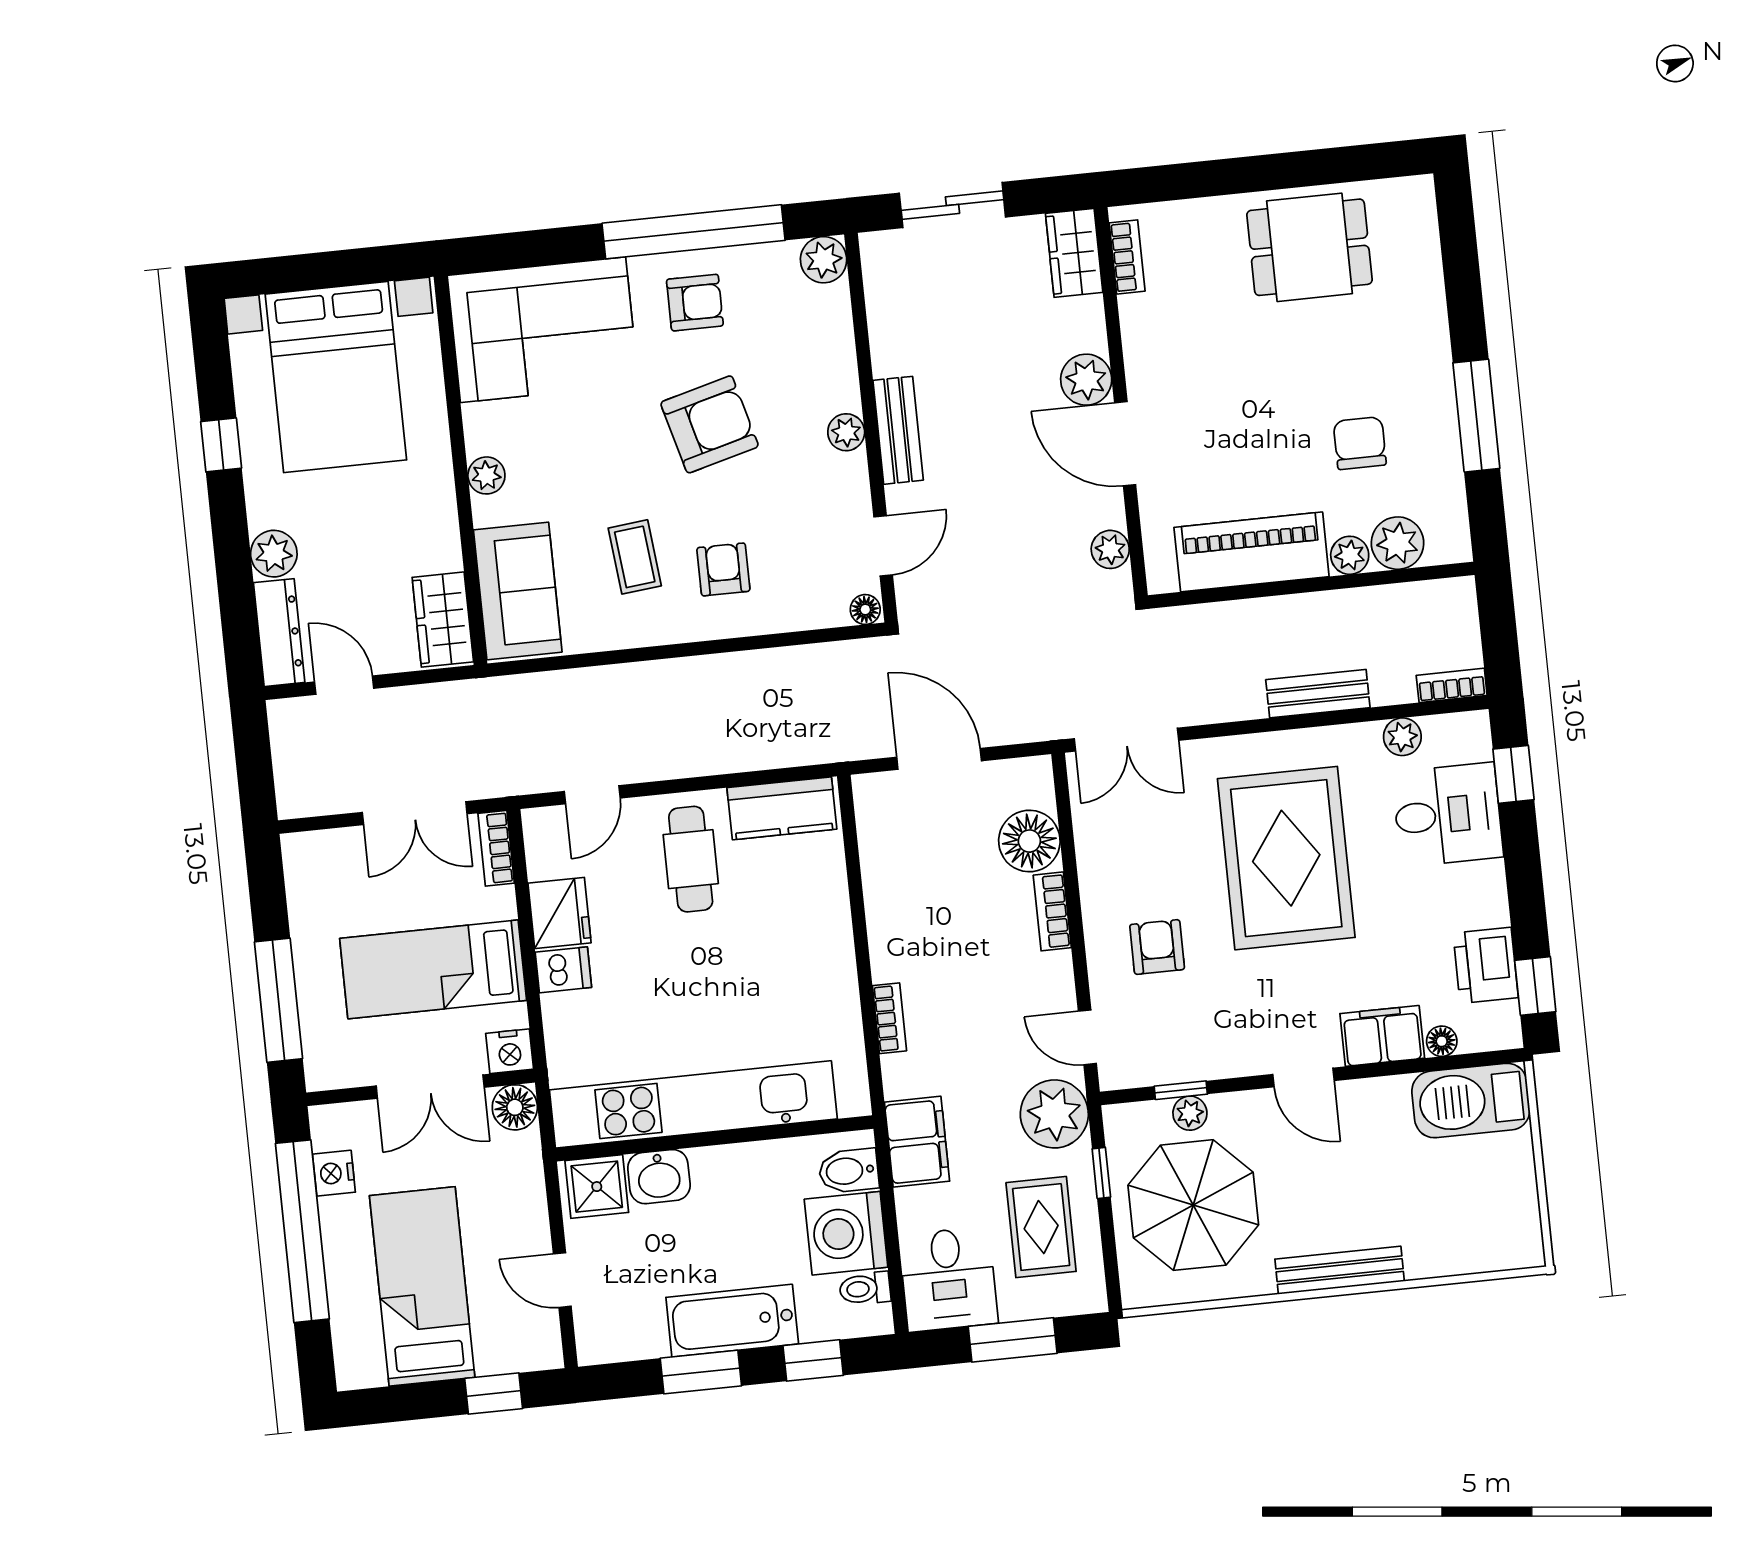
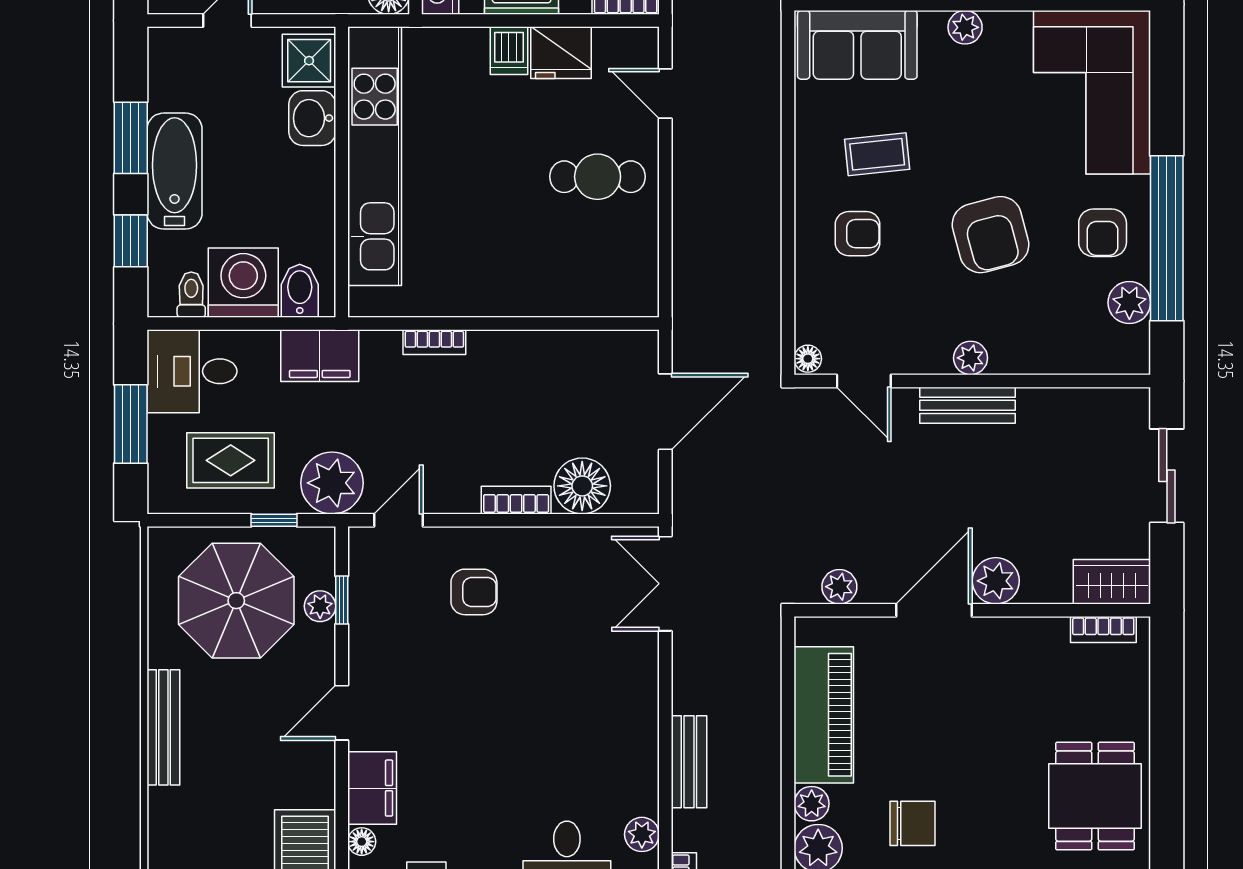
plant: (824, 260) -> (1129, 303), moved
kitchen counter: (782, 808) -> (635, 264), removed
rug: (1286, 858) -> (543, 718), removed

